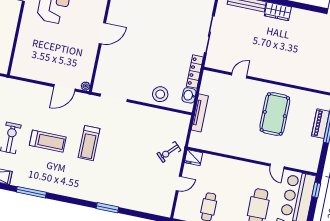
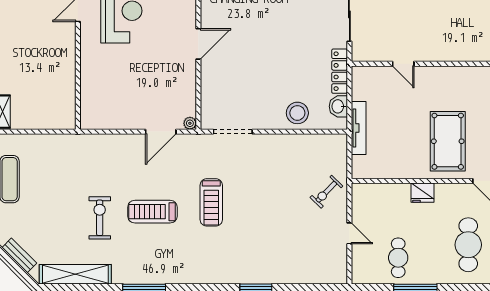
door: (239, 75) -> (403, 64), swing flipped
pool table: (275, 114) -> (448, 141), moved
treadmill: (48, 141) -> (152, 212), turned 180
fridge: (194, 158) -> (423, 193), moved
door: (179, 183) -> (349, 233), hinge flipped

